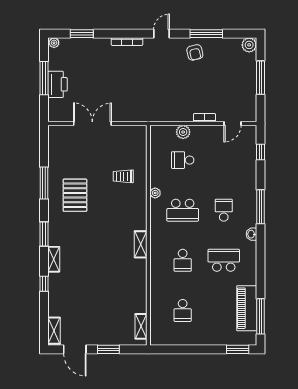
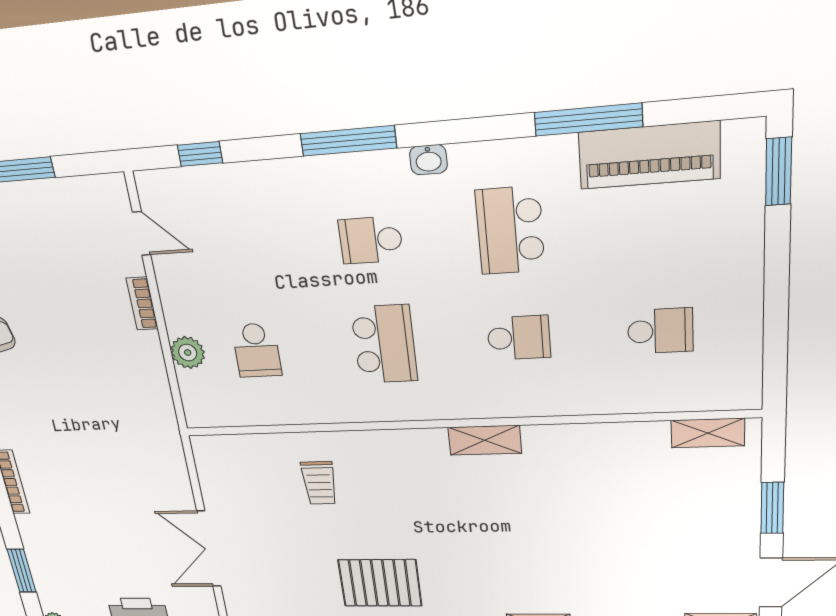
plant: (155, 193) -> (349, 411), removed
window: (260, 316) -> (588, 120), moved

